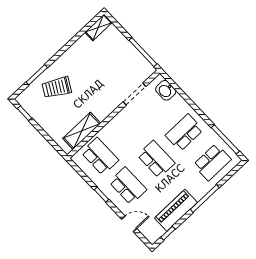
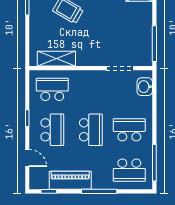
school desk: (100, 156) -> (52, 89), turned -90

